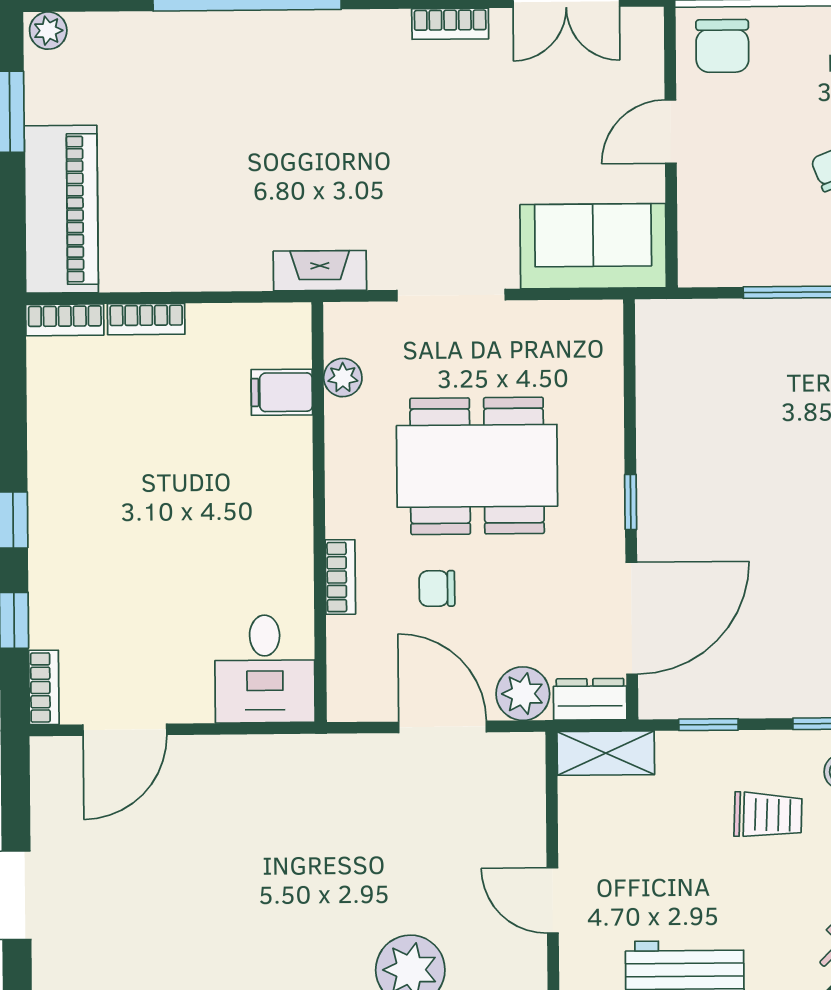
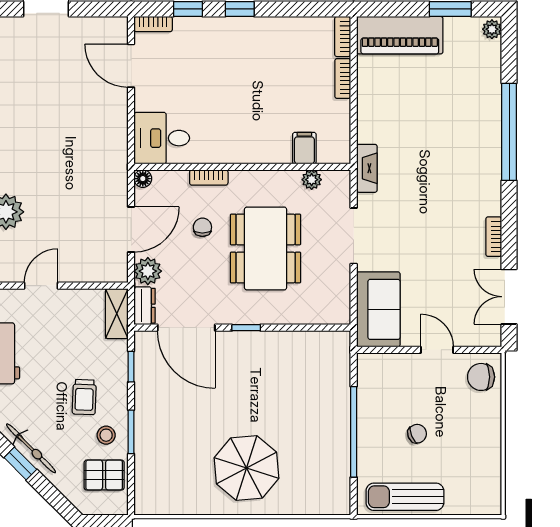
floor lamp: (344, 705) -> (143, 179), added

